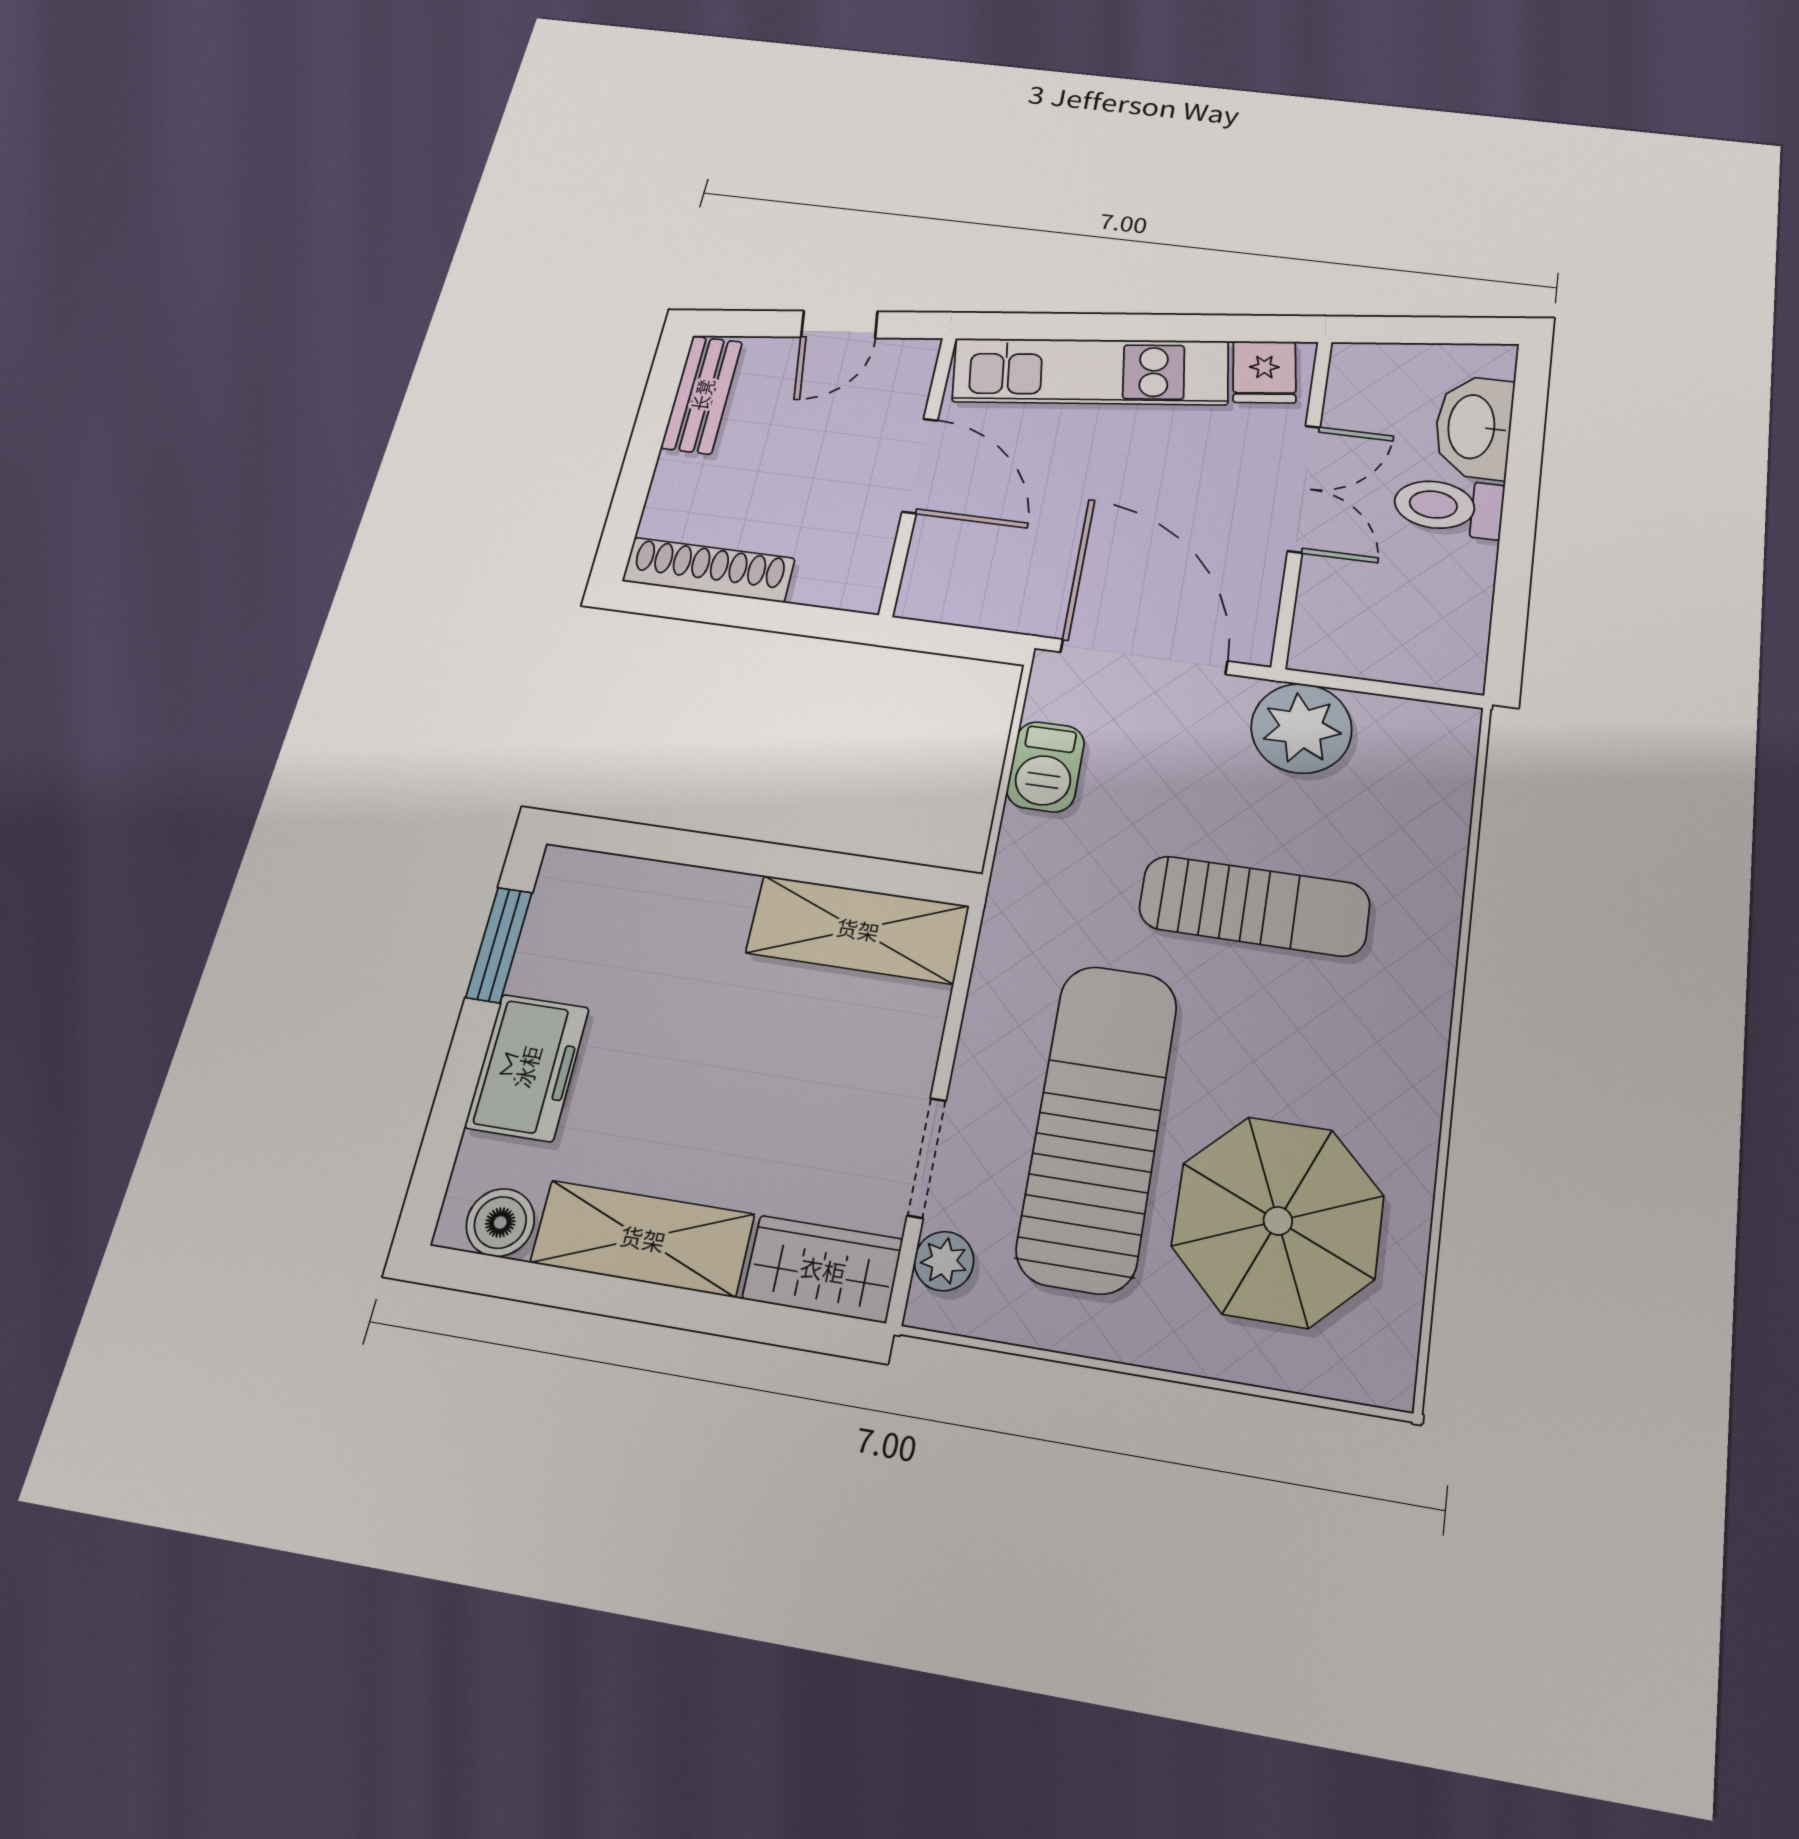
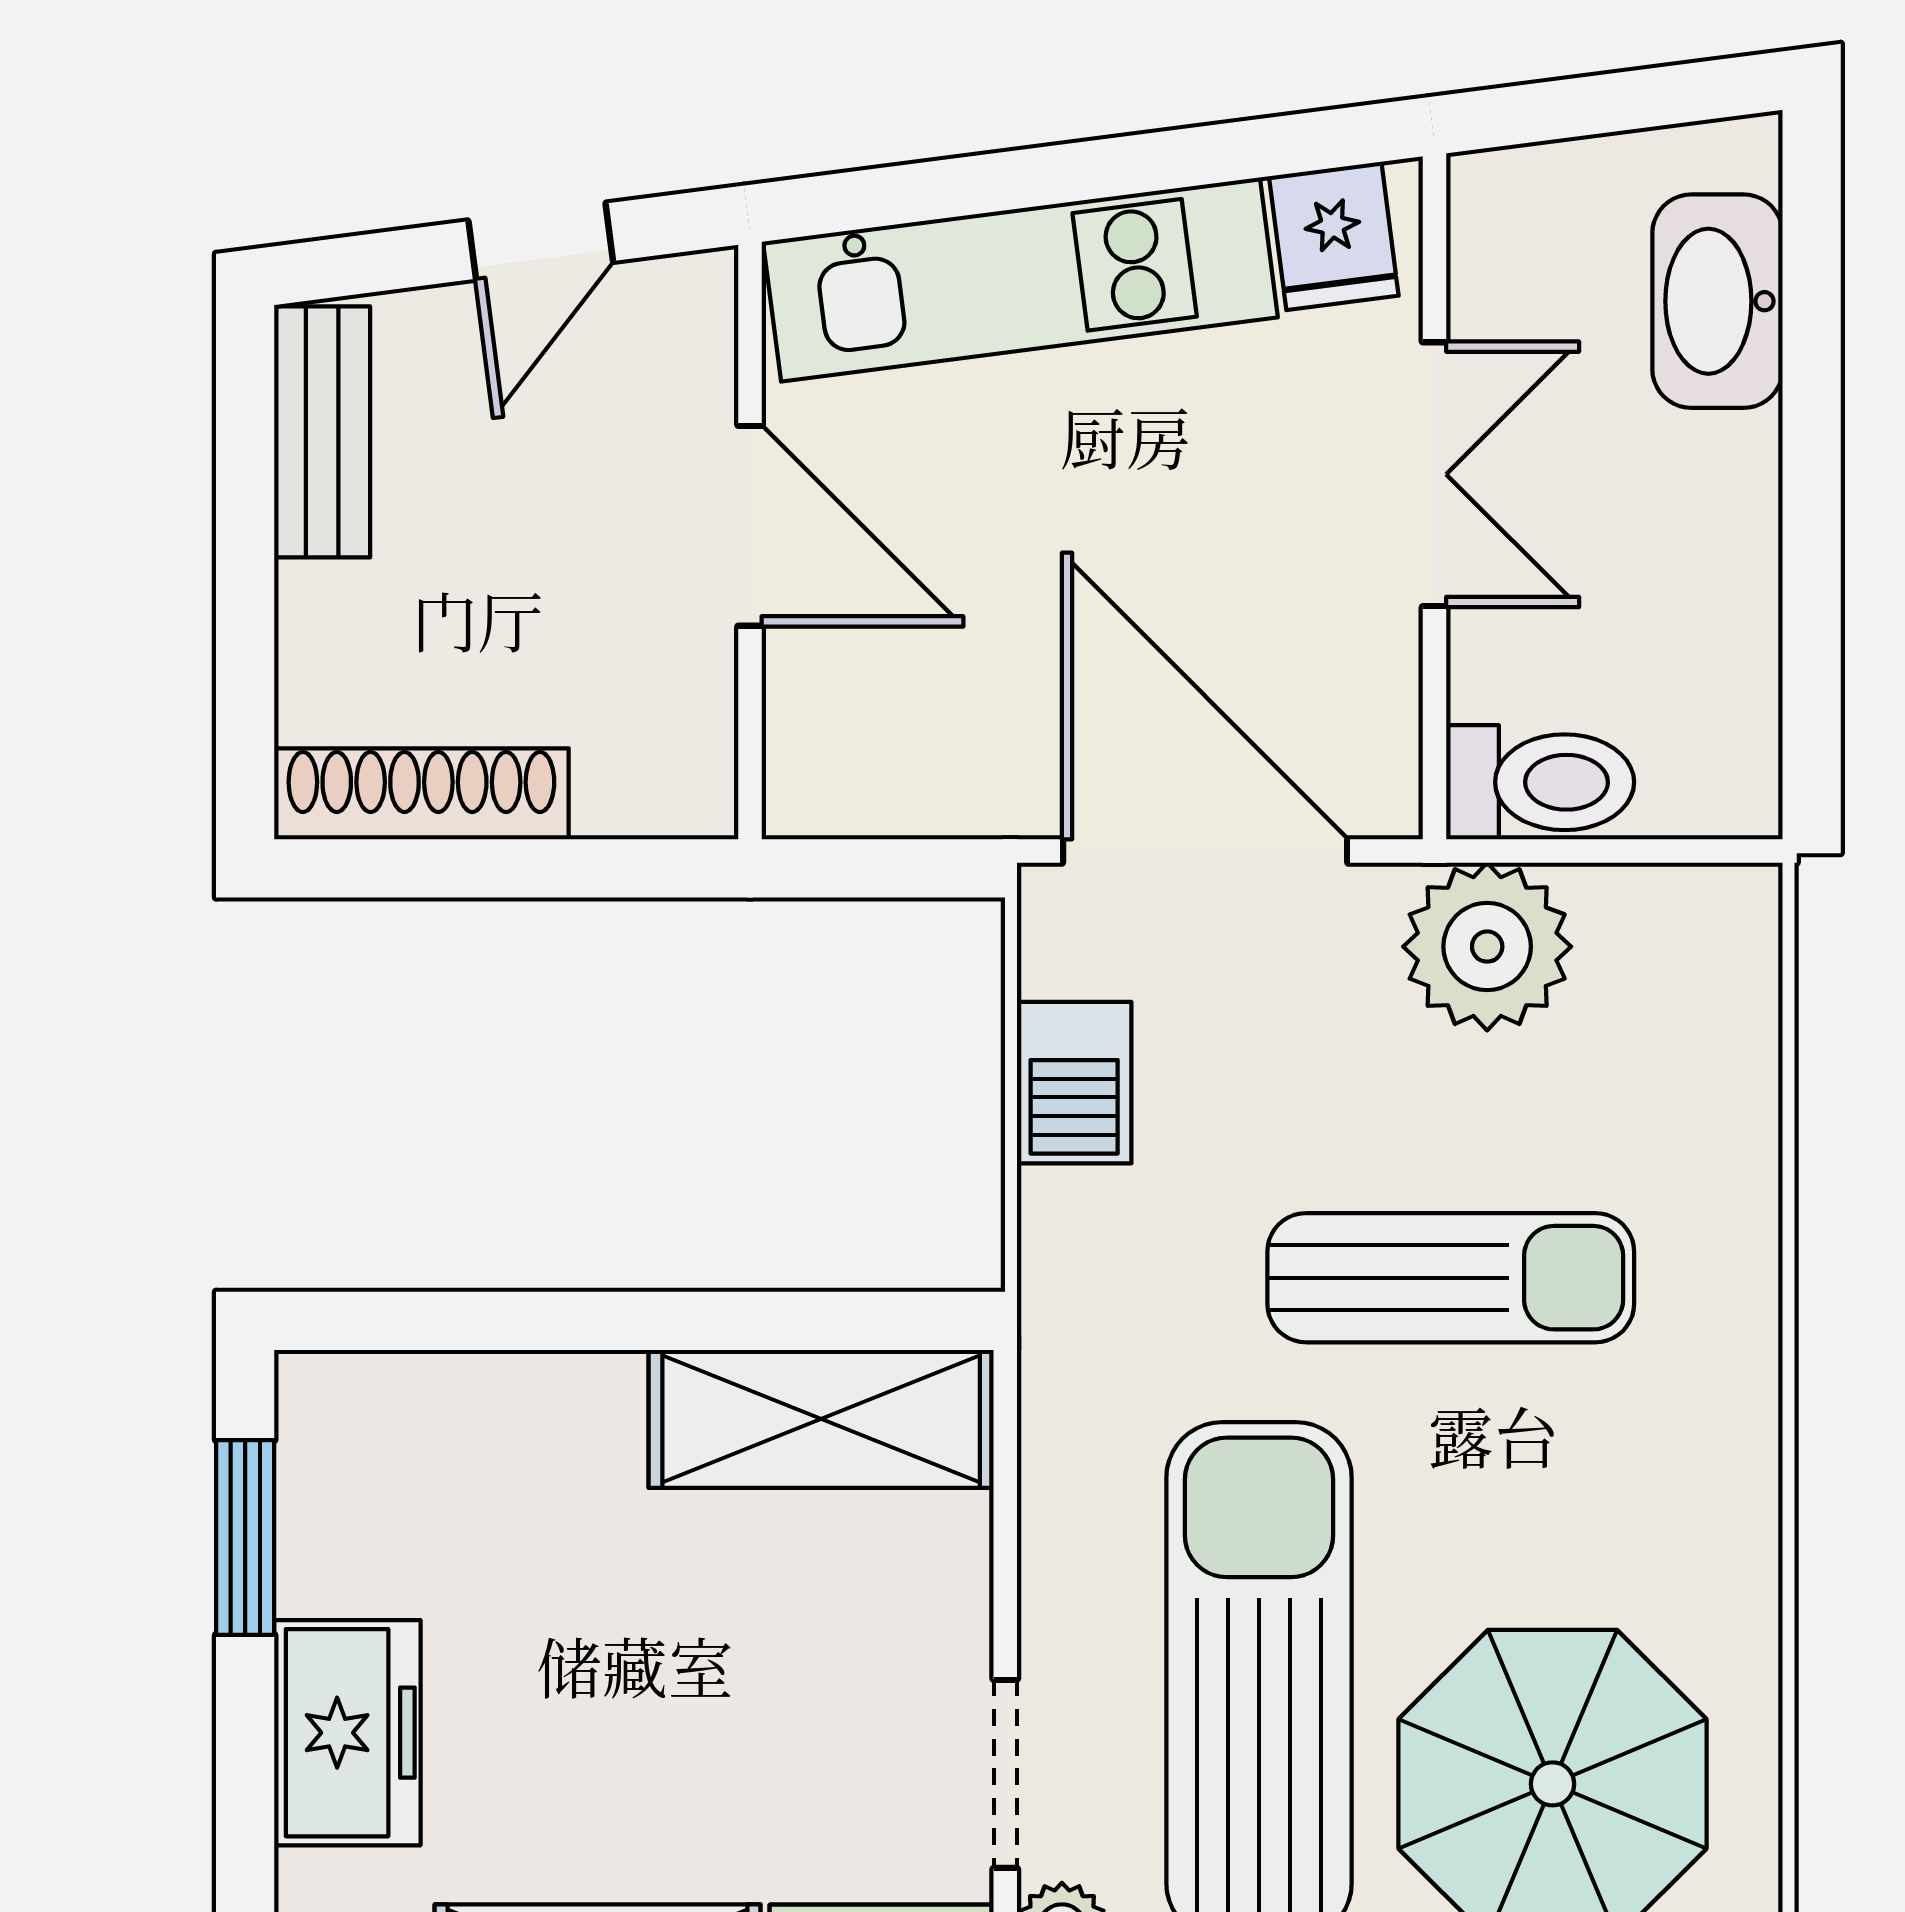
toilet: (1448, 506) -> (1540, 782), moved, turned 180

